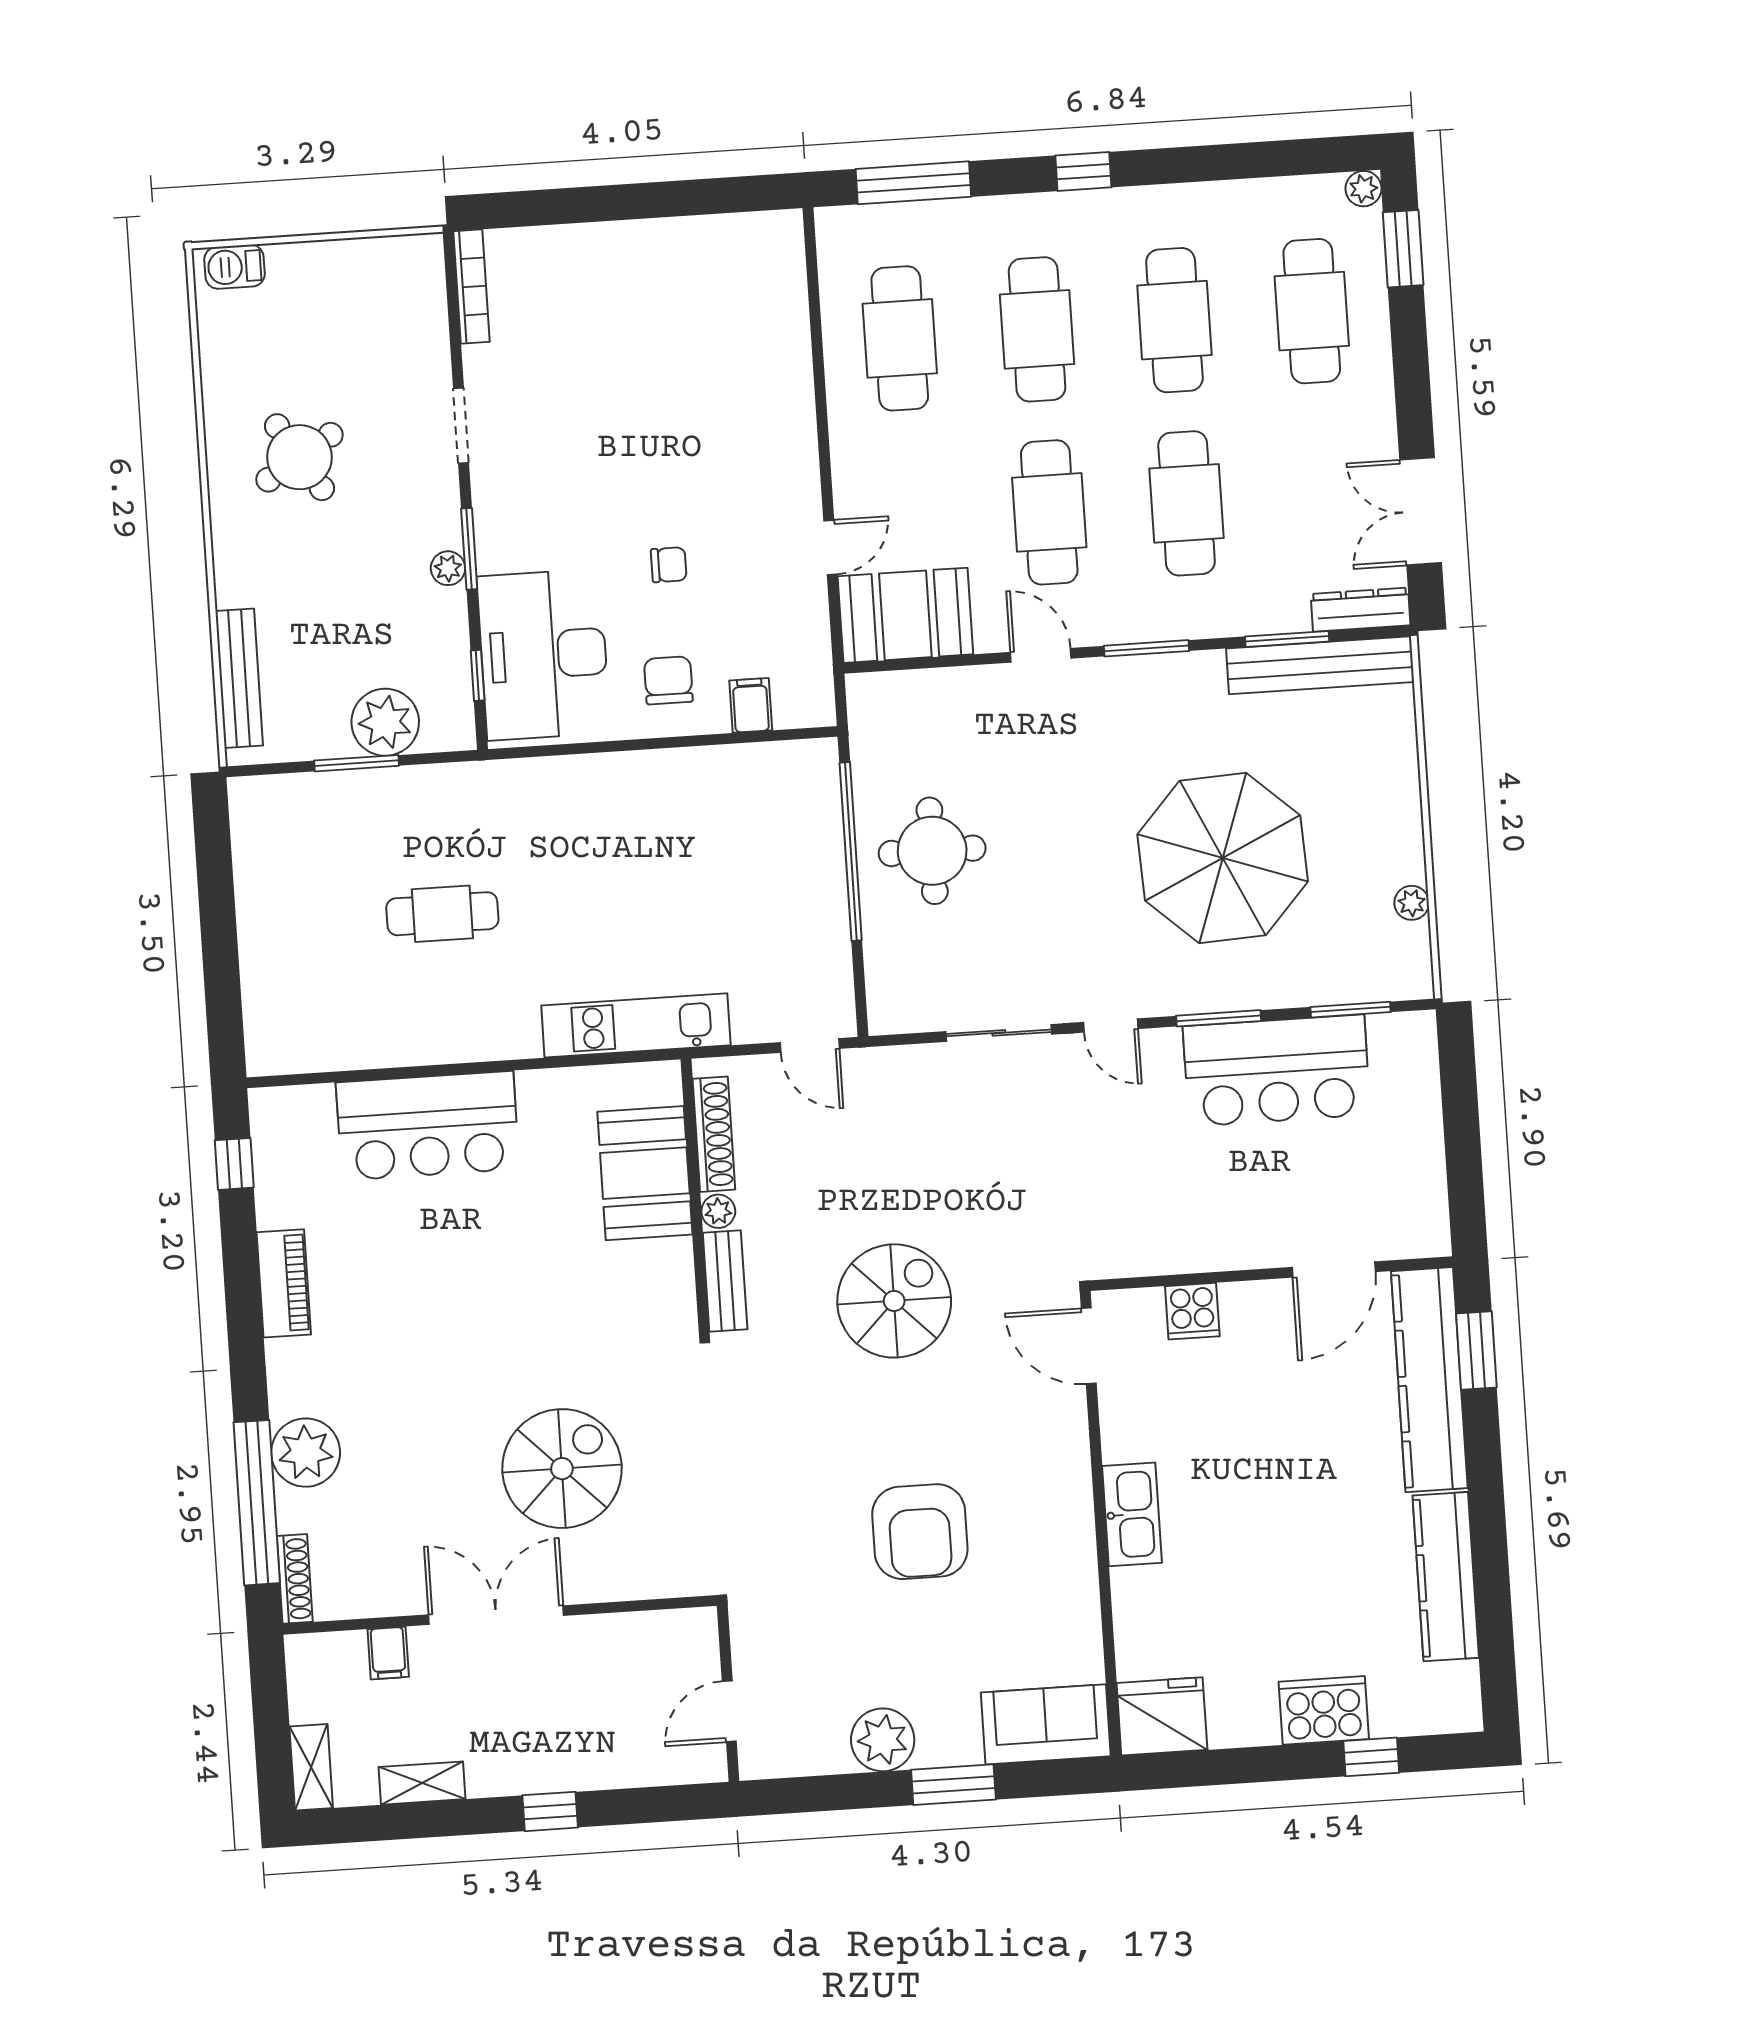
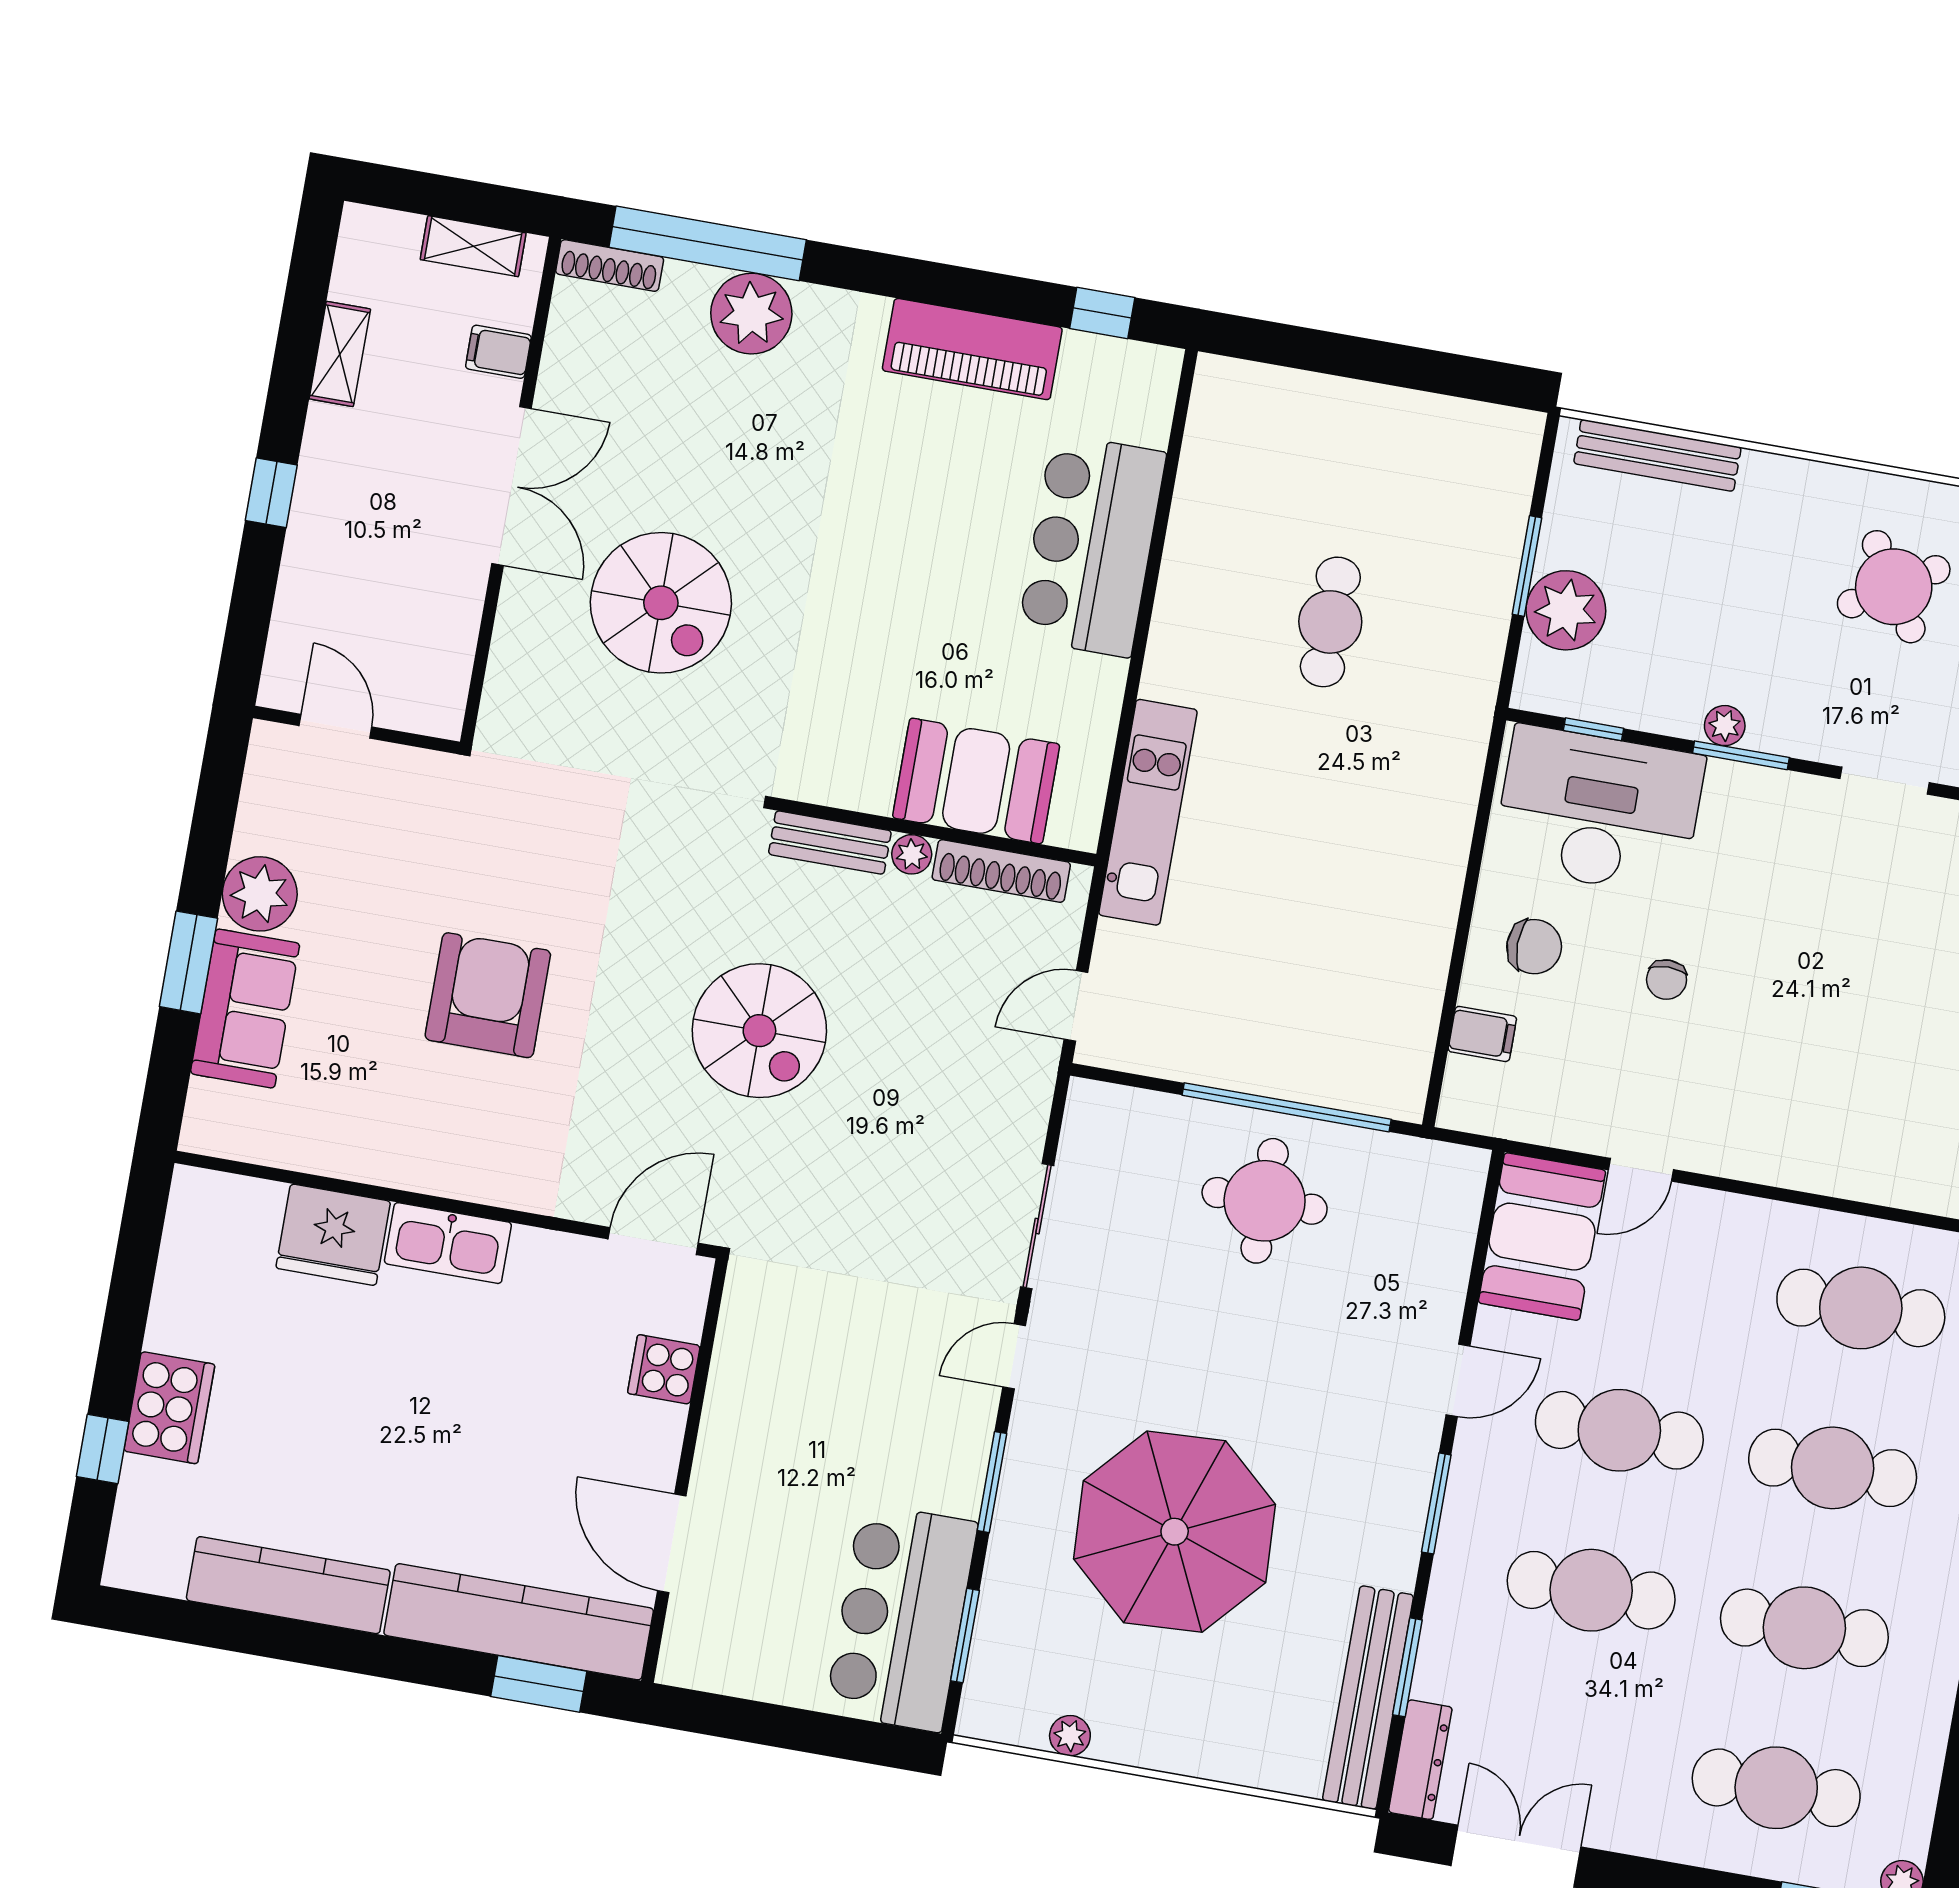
door: (830, 547) -> (1641, 1170), hinge flipped
bar counter: (1277, 1070) -> (901, 1618), moved
piano: (284, 1283) -> (972, 349), width x1.37, depth x1.33
armchair: (920, 1532) -> (488, 995), turned 90
fridge: (1162, 1716) -> (333, 1235), moved, turned 90
sofa: (1046, 1724) -> (245, 1009), moved
shelving: (311, 1767) -> (473, 246), moved

